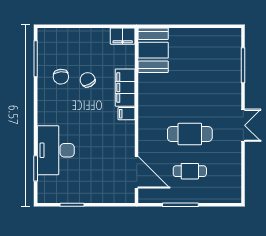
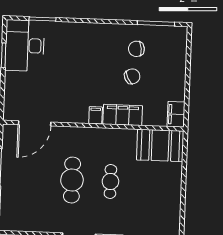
desk: (56, 150) -> (25, 46), moved, turned -90
cafe table: (190, 171) -> (110, 181), moved

